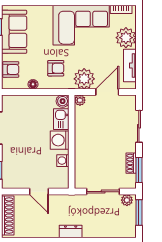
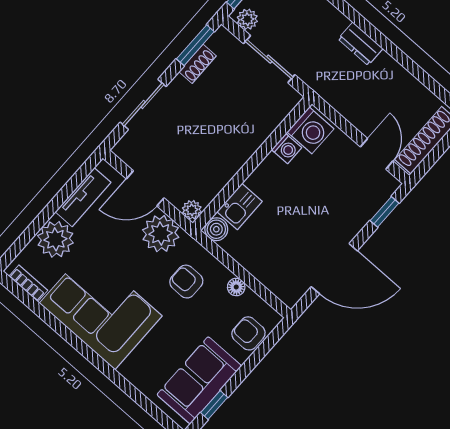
washing machine: (60, 140) -> (311, 130), moved
door: (39, 192) -> (377, 154), moved

